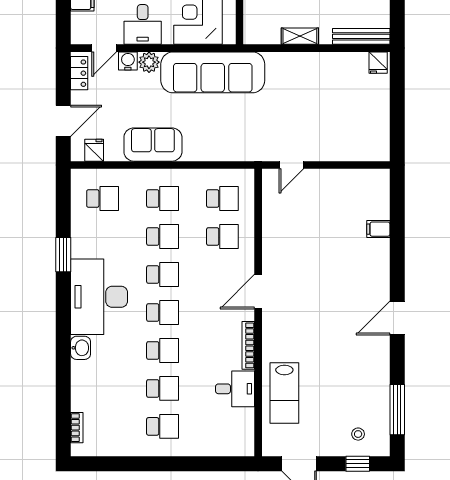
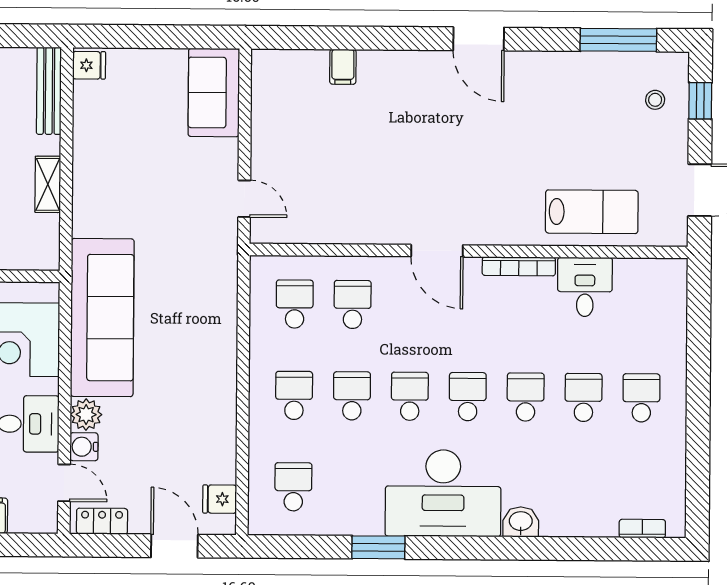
sofa: (153, 145) -> (214, 93), moved

